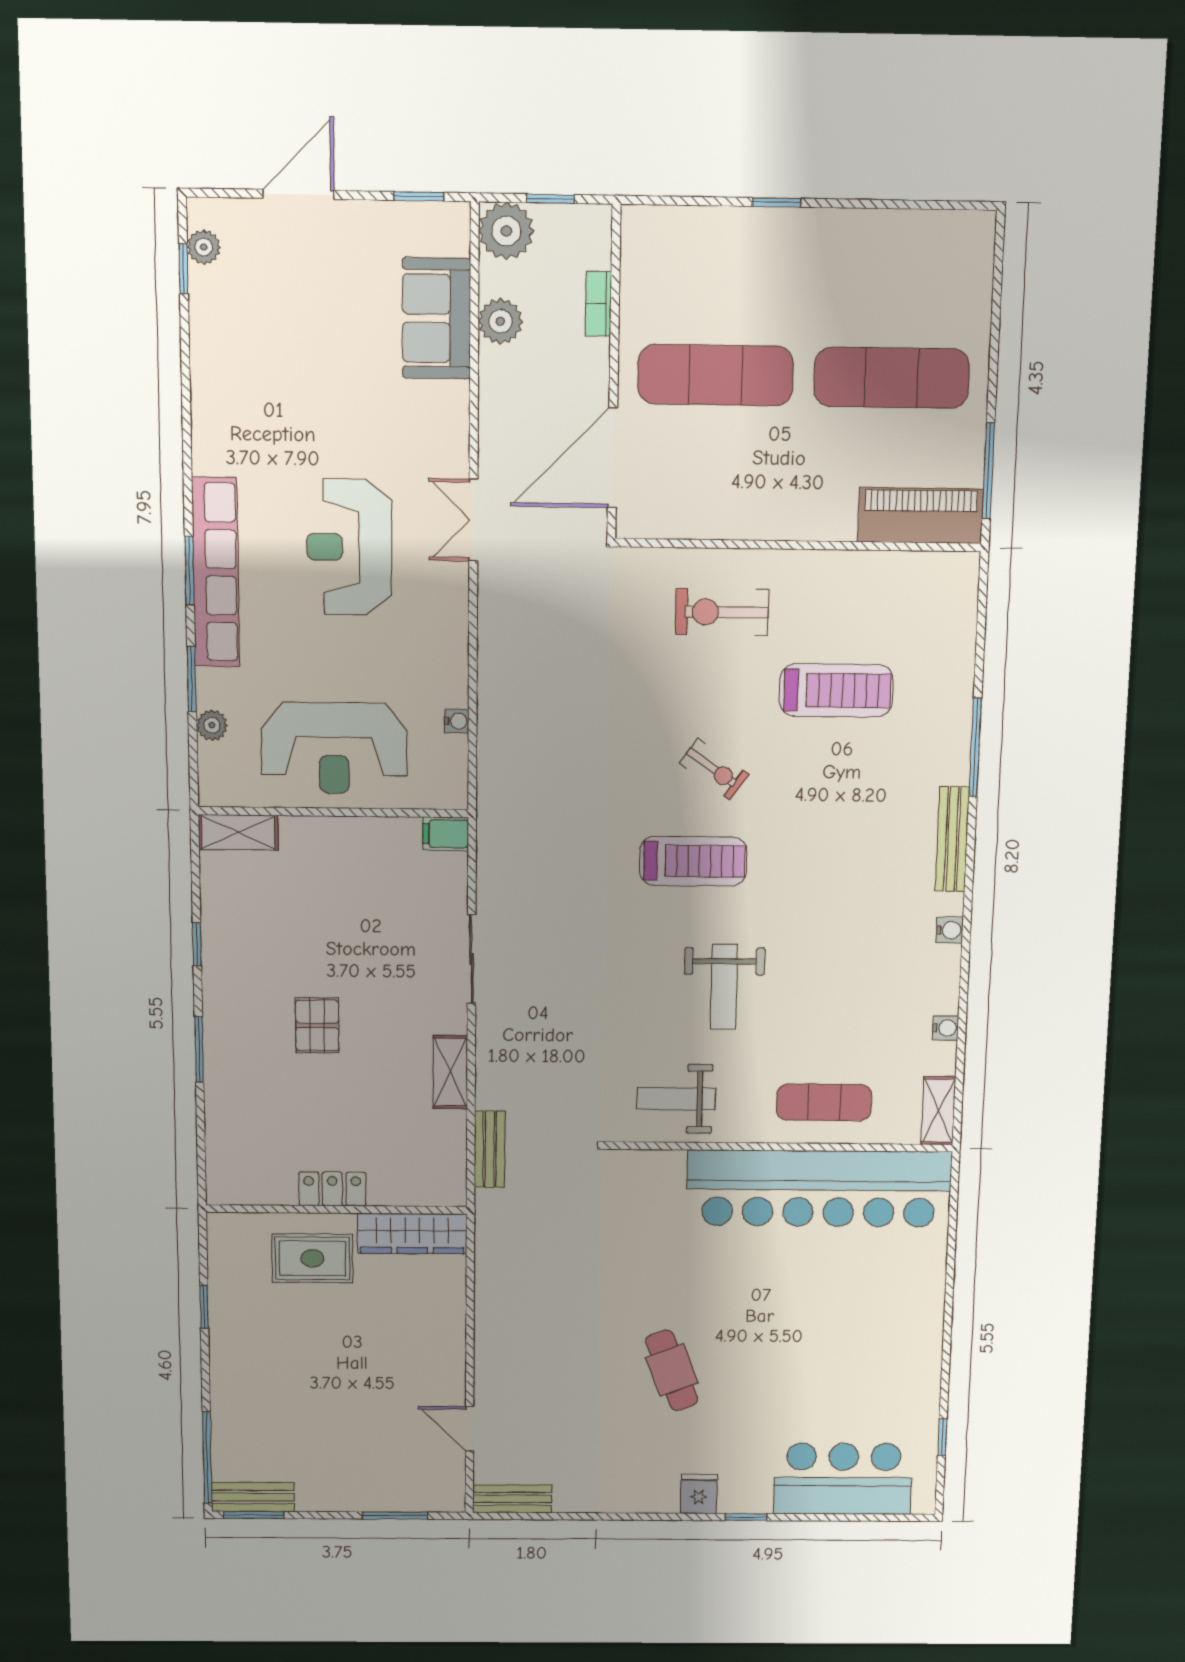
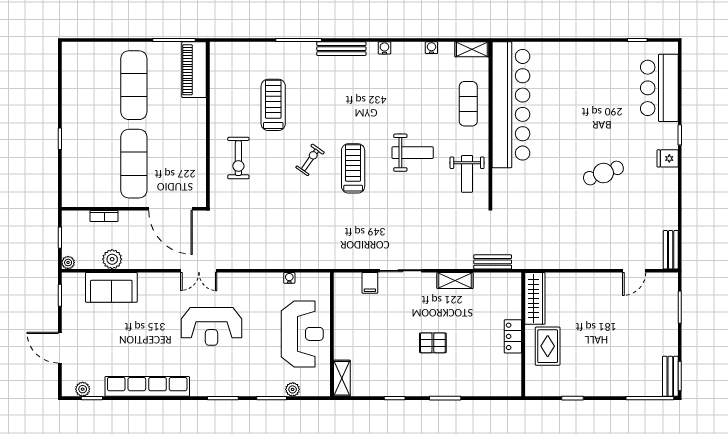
plant: (506, 231) -> (68, 263), width x0.53, depth x0.53
row of seats: (216, 572) -> (147, 386), moved
filing cabinet: (446, 834) -> (370, 283), moved

